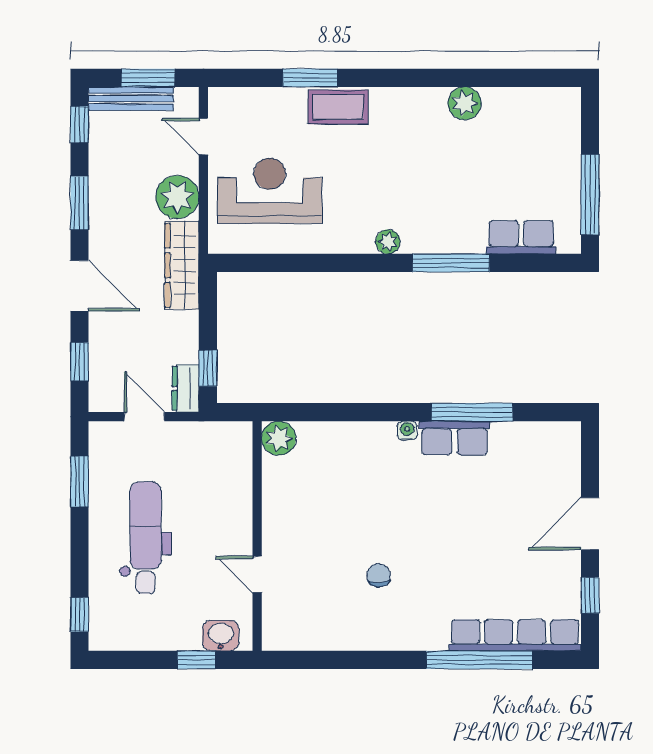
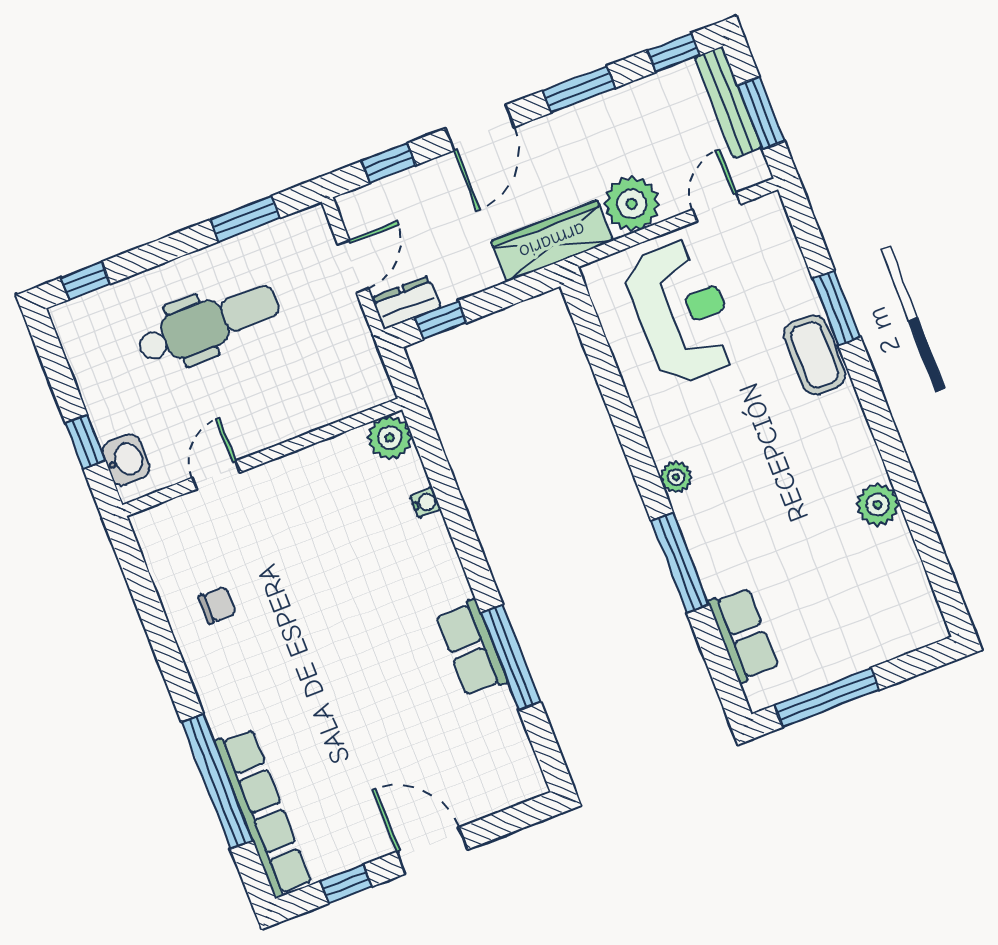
water cooler: (407, 431) -> (425, 502), moved
chair: (379, 575) -> (217, 605), moved

